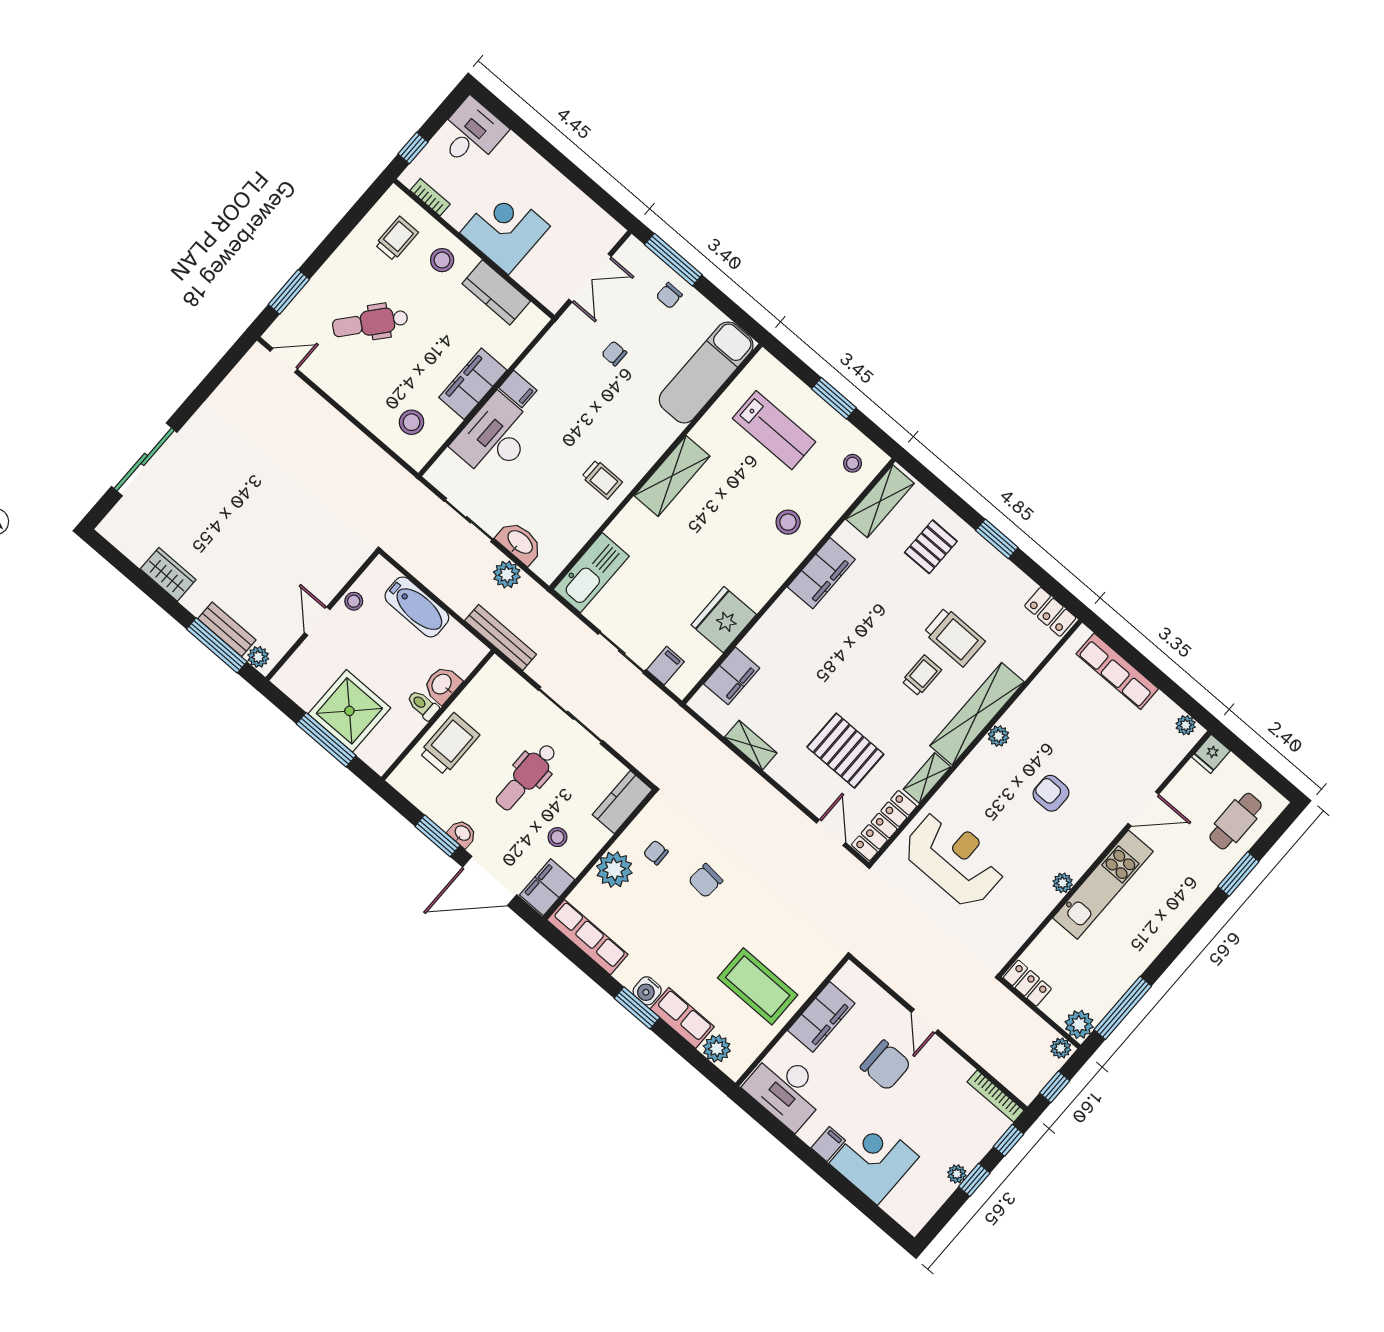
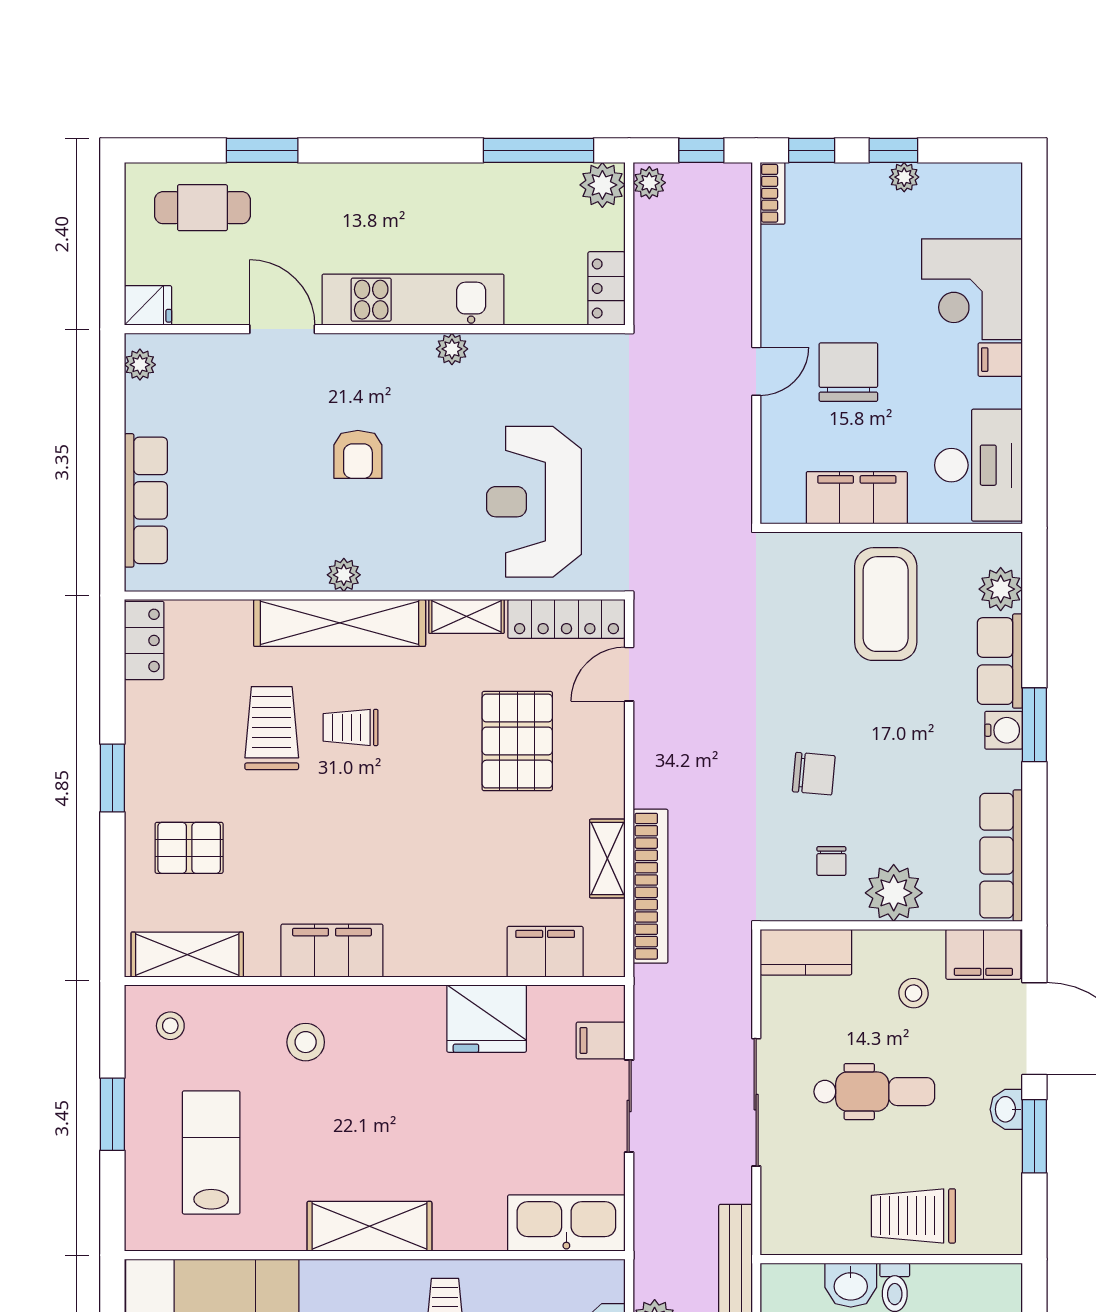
bookcase: (719, 754) -> (651, 886), added
bookcase: (996, 1096) -> (773, 193), width x0.64

